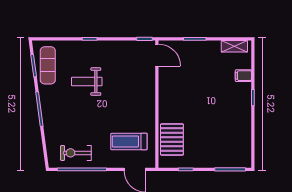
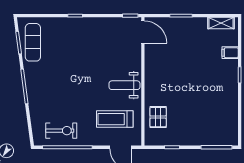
weight bench: (87, 82) -> (124, 85), moved
pallet: (172, 139) -> (158, 117), width x0.67, depth x0.71
exercise bike: (76, 153) -> (61, 131), turned 180

